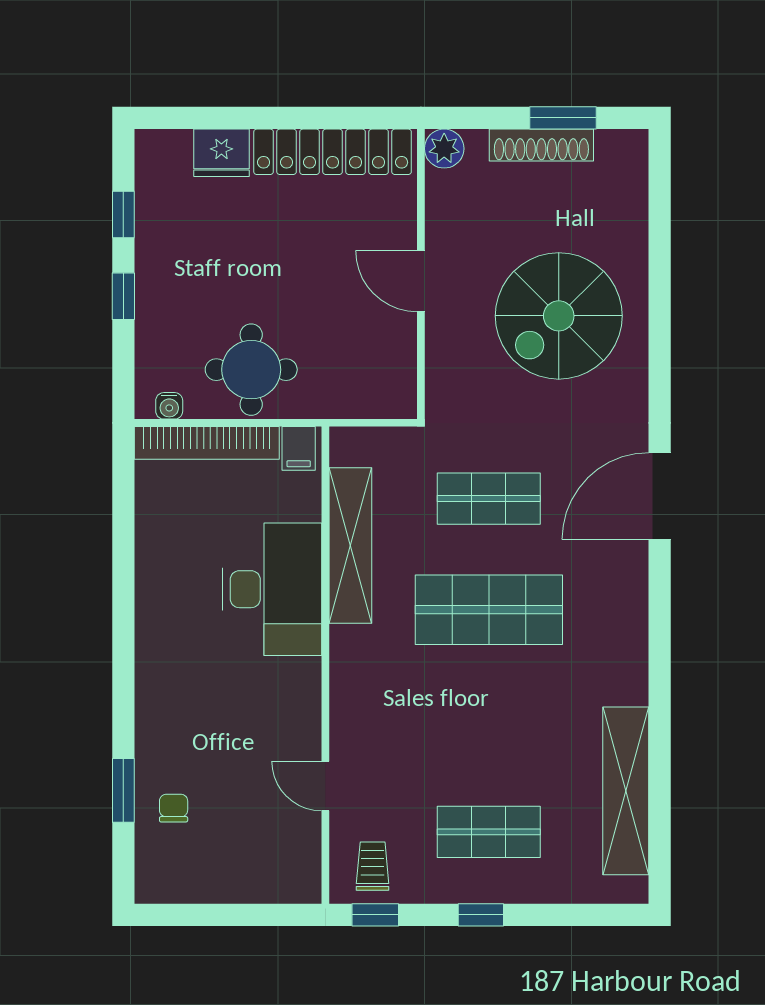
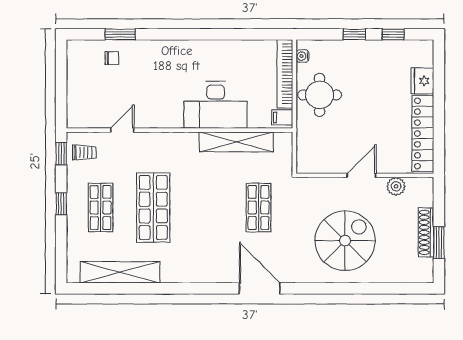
plant: (444, 149) -> (396, 186), moved
spiral stairs: (559, 316) -> (345, 241), turned 90
shop shelf: (489, 610) -> (153, 208), moved

